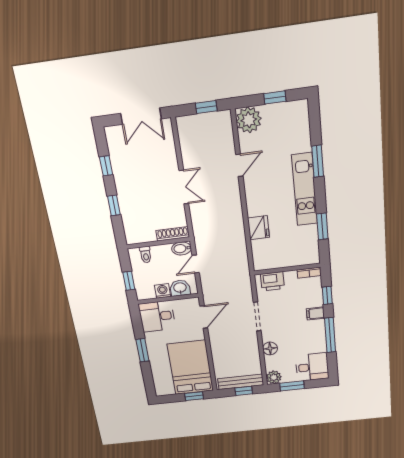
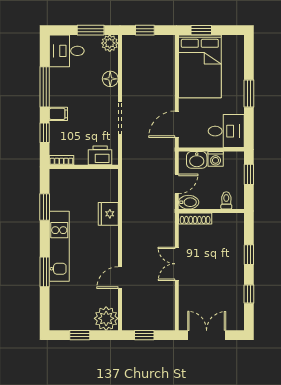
bench: (241, 382) -> (147, 42), removed

